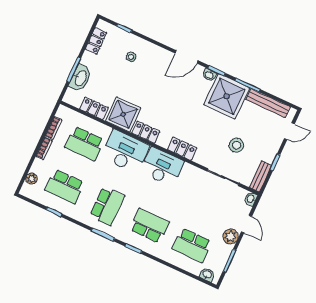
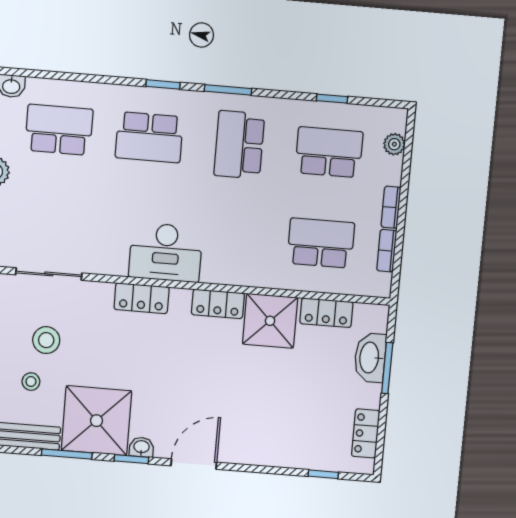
stool: (131, 57) -> (31, 382), moved
desk: (125, 151) -> (242, 256), removed

